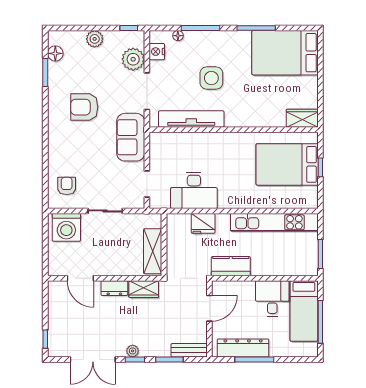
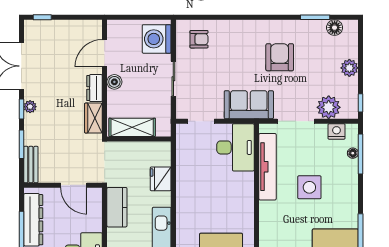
window: (200, 28) -> (361, 154), moved
desk: (194, 190) -> (236, 147), moved, turned 180
boiler: (108, 269) -> (114, 82), added

